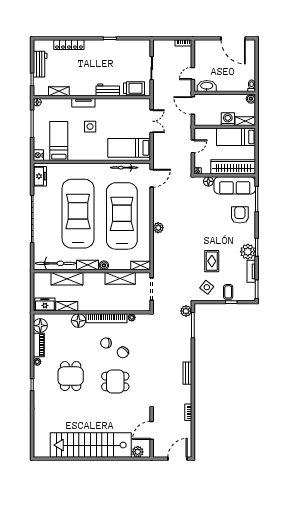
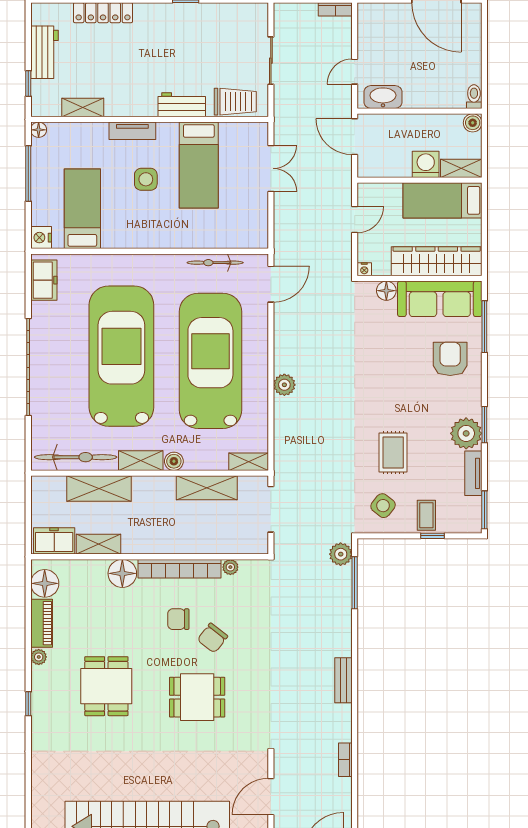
bed: (129, 148) -> (199, 165), moved, turned -90

